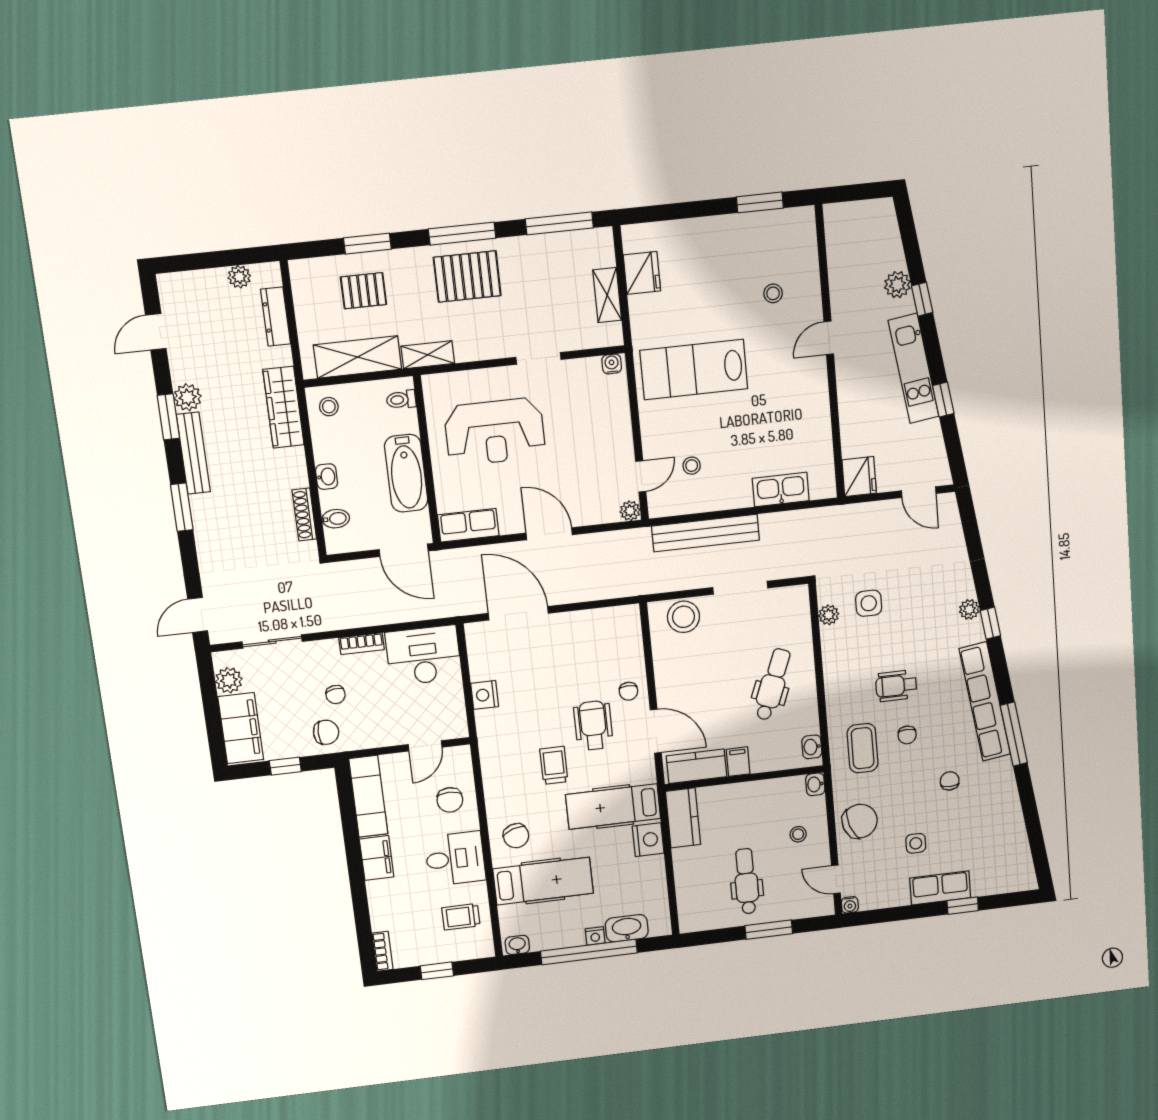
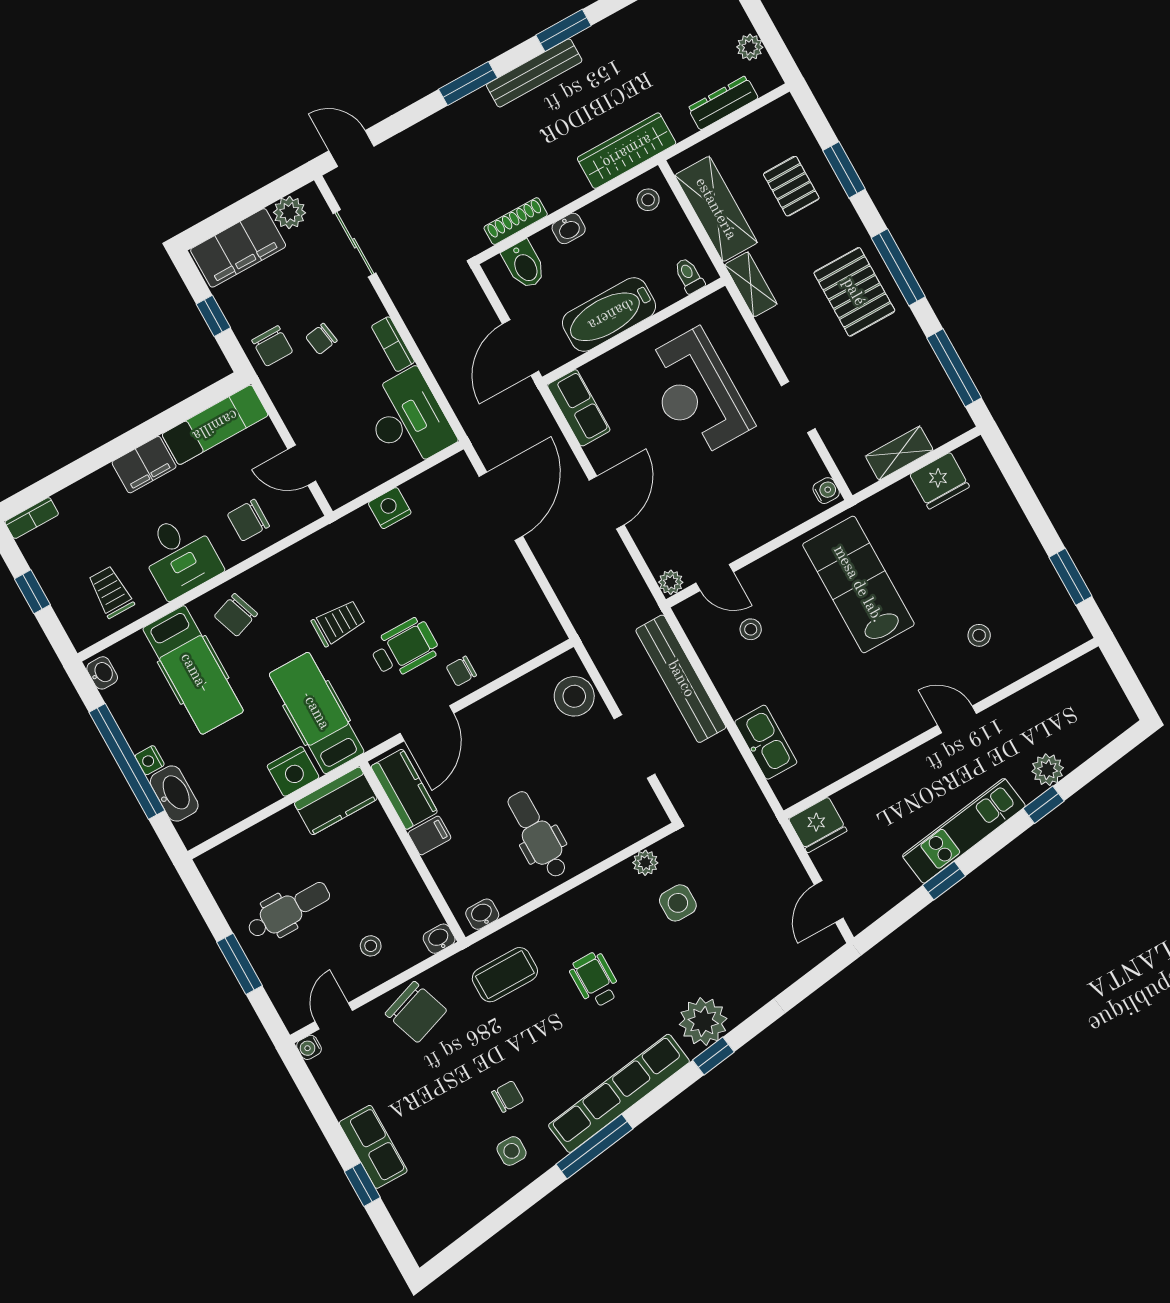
plant: (188, 397) -> (594, 43), removed
bidet: (336, 519) -> (524, 265), width x1.38, depth x1.36
plant: (969, 609) -> (703, 1021), width x1.88, depth x1.88
dental chair: (773, 684) -> (538, 835), turned -111
chair: (907, 735) -> (542, 1020), removed
side table: (916, 843) -> (512, 1151), moved

